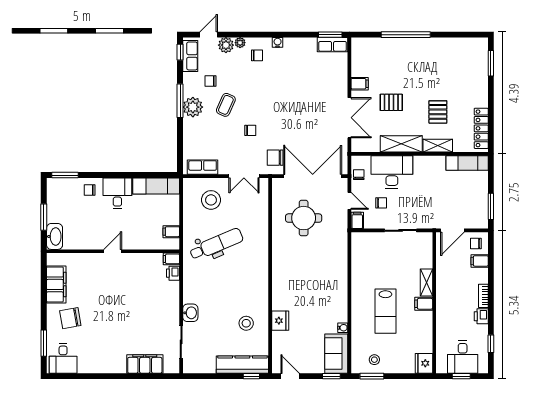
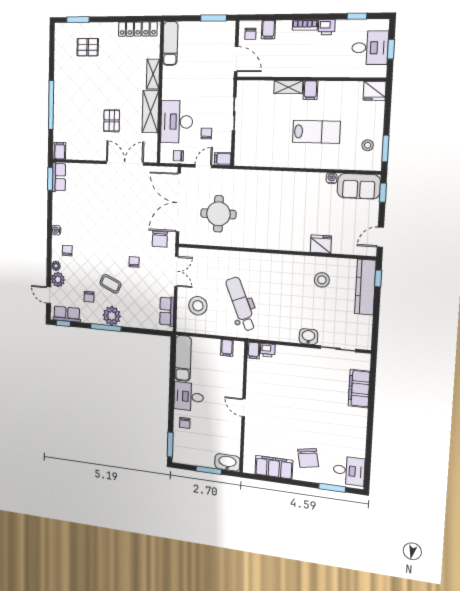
filing cabinet: (360, 84) -> (60, 151), moved
pallet: (438, 112) -> (88, 47), moved

